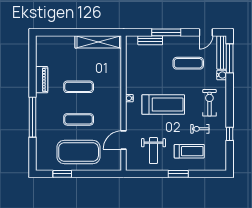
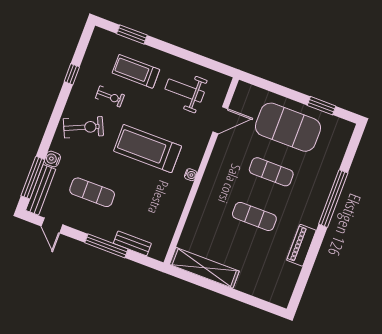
door: (206, 32) -> (52, 225), swing flipped
exercise bike: (209, 103) -> (83, 127), turned -114
weight bench: (153, 151) -> (185, 91), turned -90
window: (178, 174) -> (132, 34), moved

